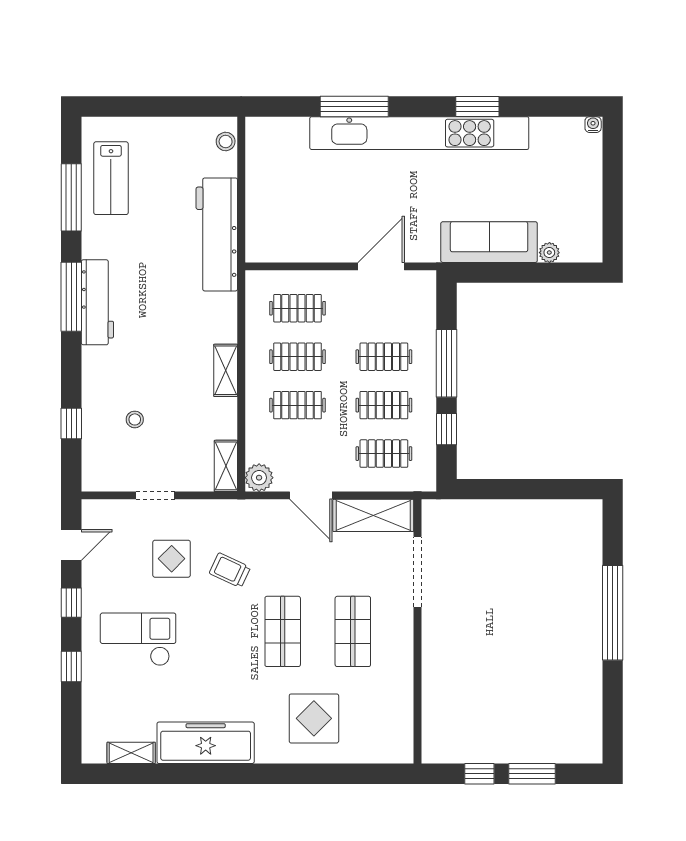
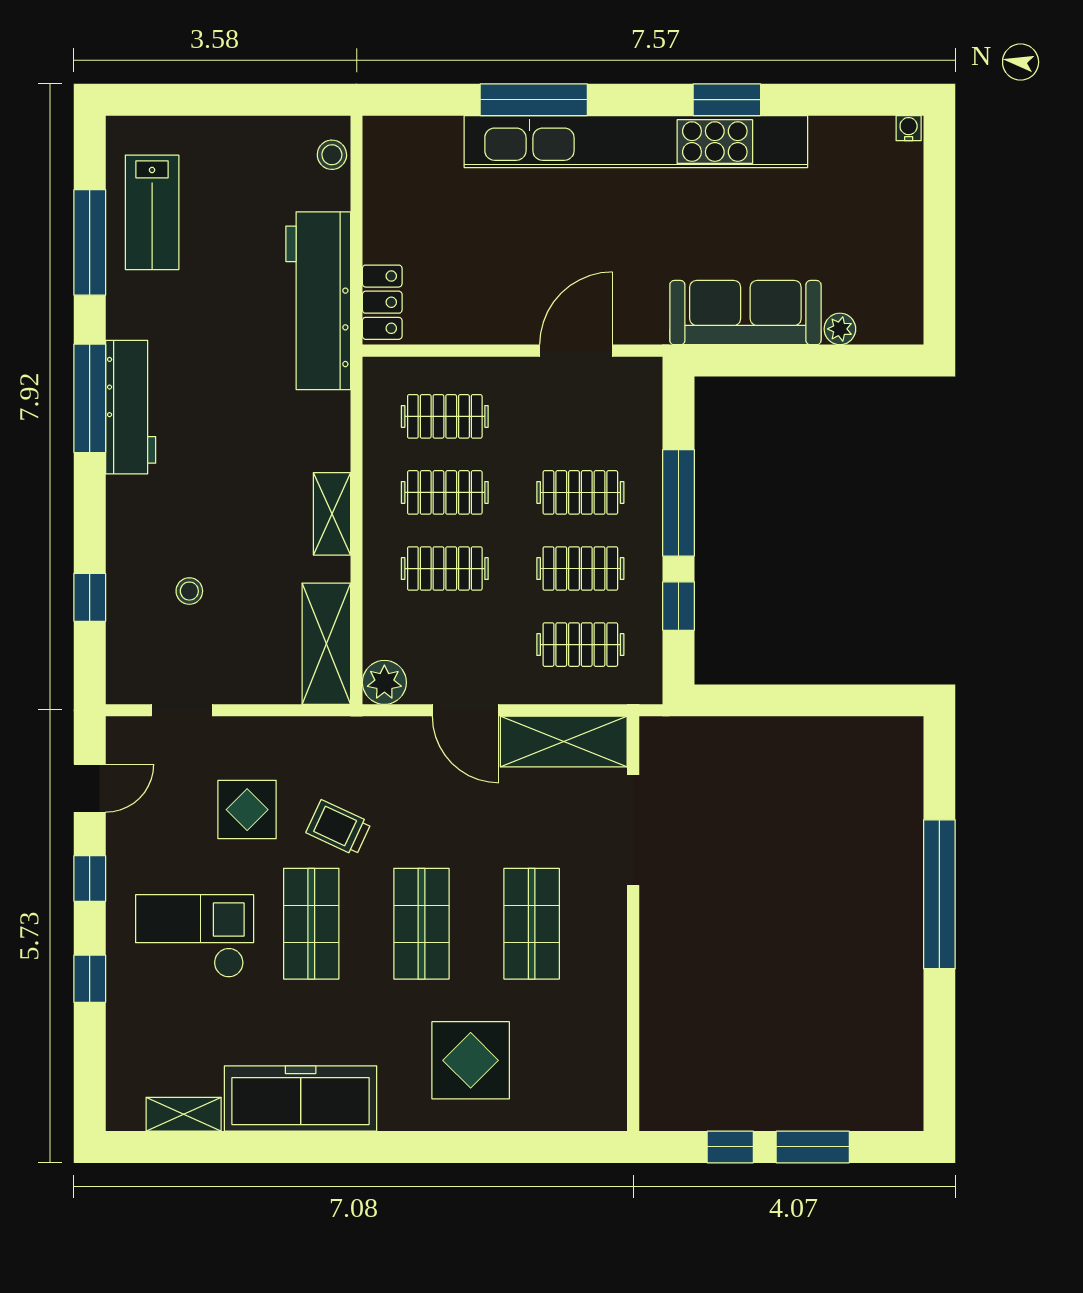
locker: (258, 235) -> (382, 302), added
shelving: (226, 466) -> (326, 644), width x1.50, depth x1.33
doorway: (155, 495) -> (182, 710), moved
shop shelf: (212, 631) -> (311, 924), added

